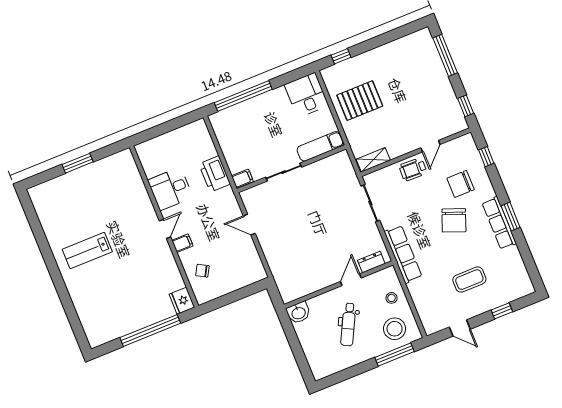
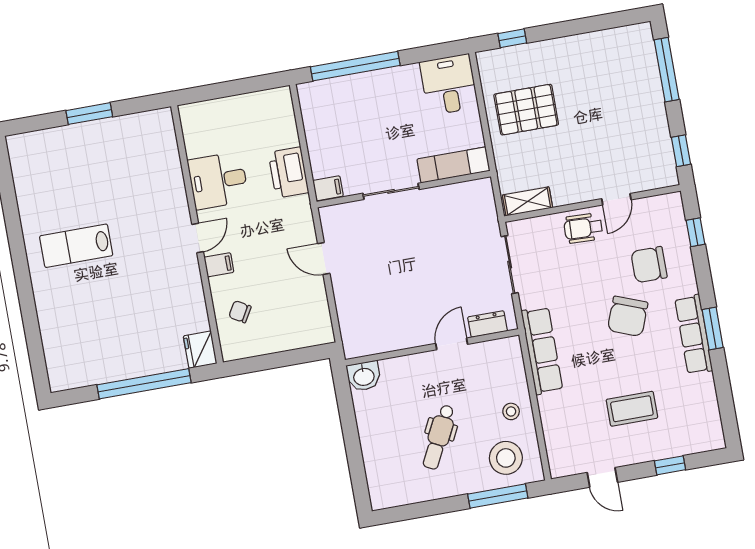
dresser: (371, 262) -> (488, 324), moved
door: (351, 280) -> (452, 344), moved
wall: (339, 285) -> (432, 347), moved
washbasin: (298, 313) -> (364, 376), moved

